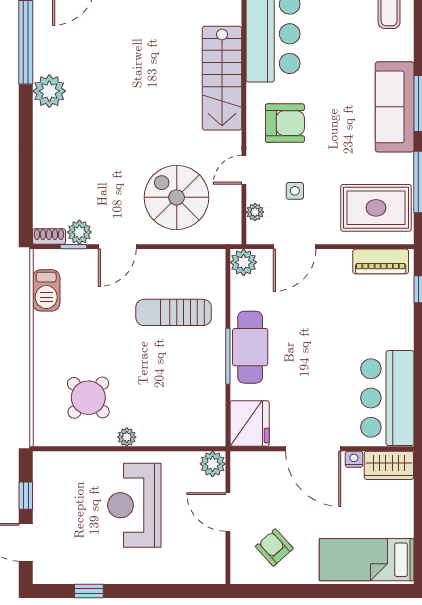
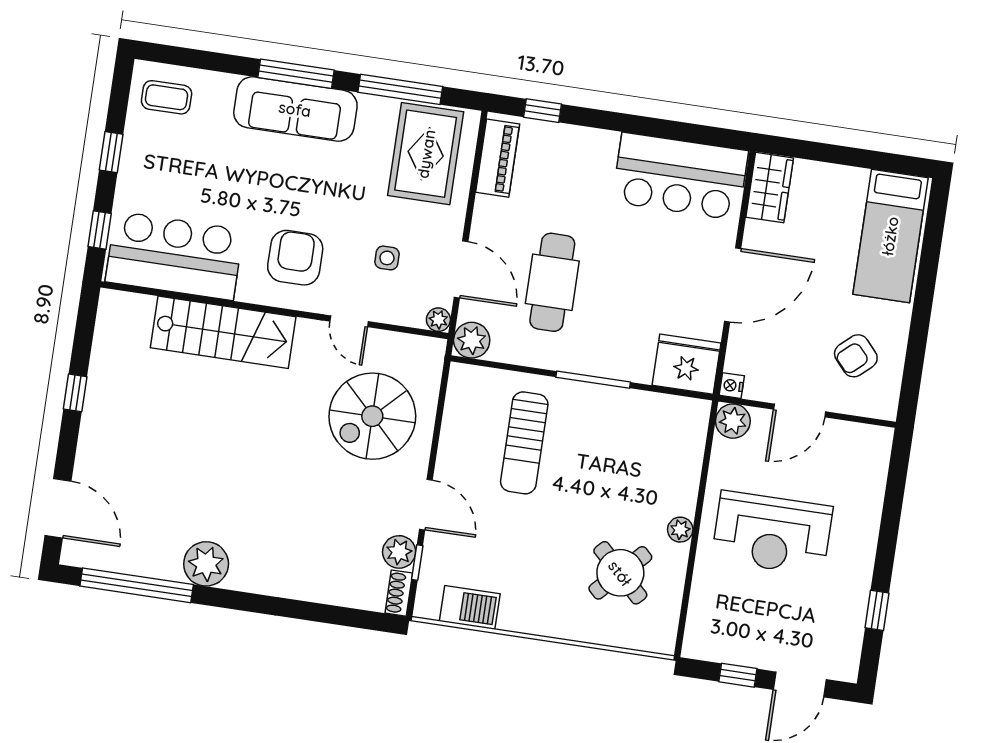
plant: (255, 212) -> (438, 320), moved
cafe table: (250, 347) -> (552, 282), moved, turned 90
nightstand: (354, 459) -> (732, 386), moved

